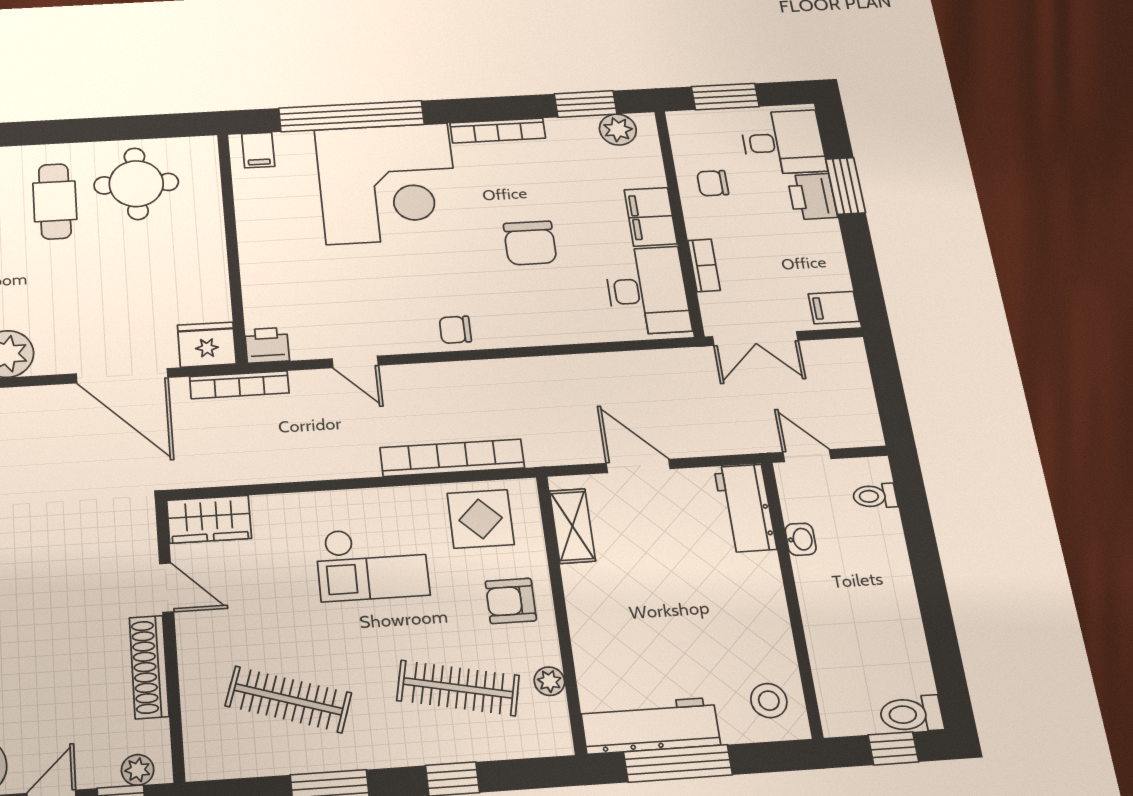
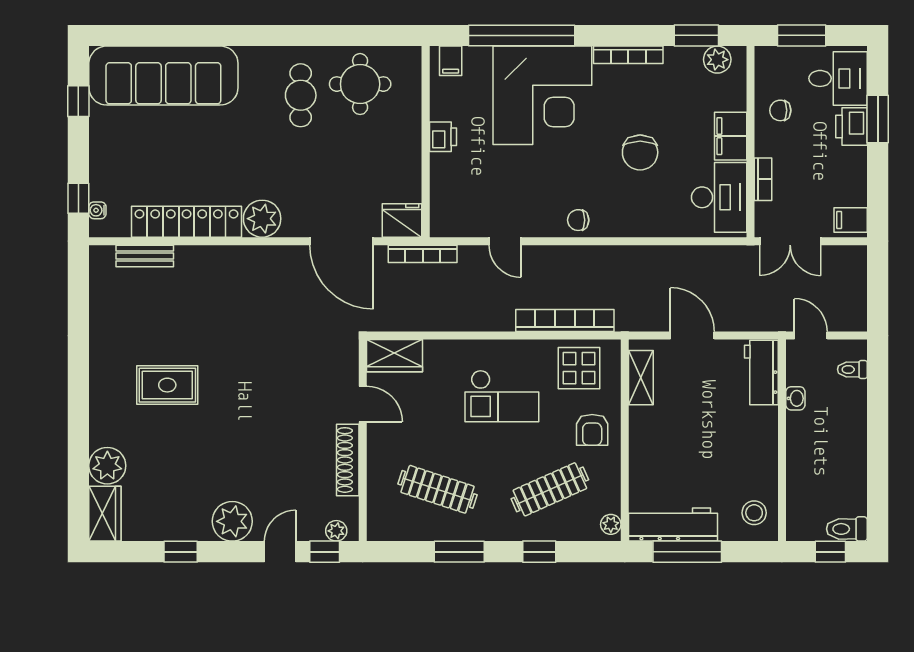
printer: (267, 345) -> (443, 137), moved, turned 90
armchair: (511, 601) -> (592, 430), turned -90
plant: (549, 681) -> (611, 524), moved
clothes rail: (458, 688) -> (550, 489), turned -36

